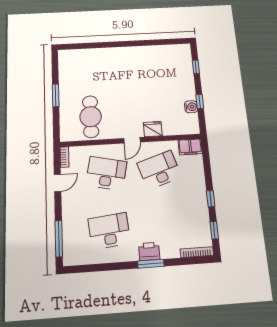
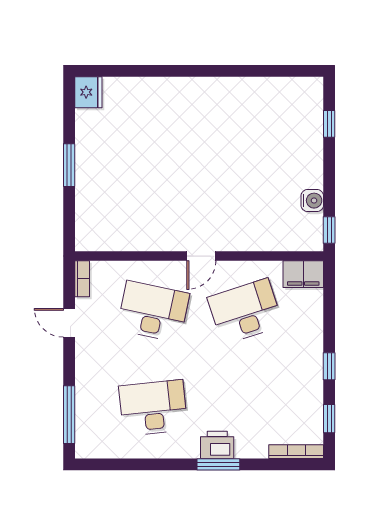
window: (200, 101) -> (329, 230), moved
cafe table: (91, 117) -> (130, 209), removed
fridge: (153, 129) -> (88, 92), moved, turned 90
door: (57, 183) -> (69, 323), swing flipped

